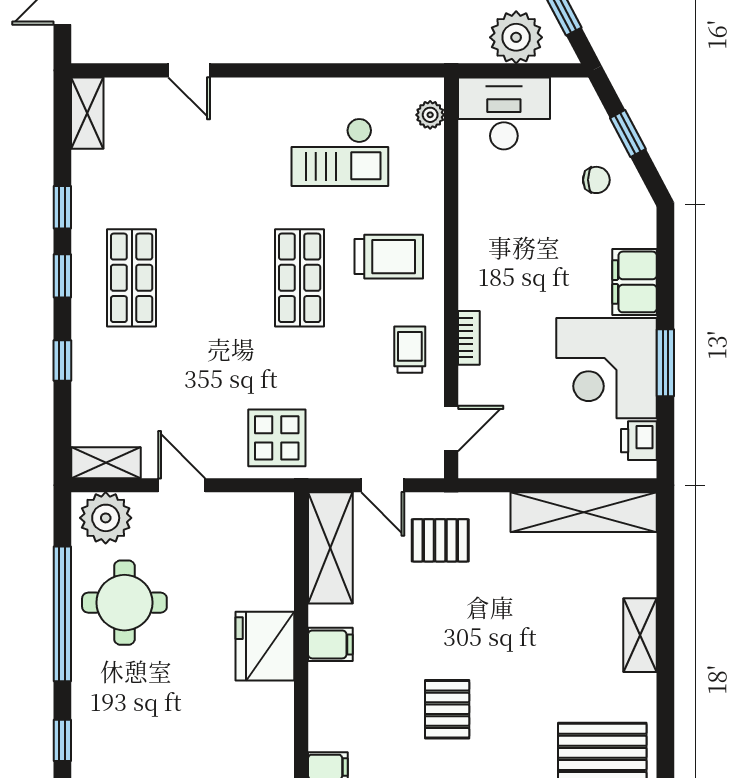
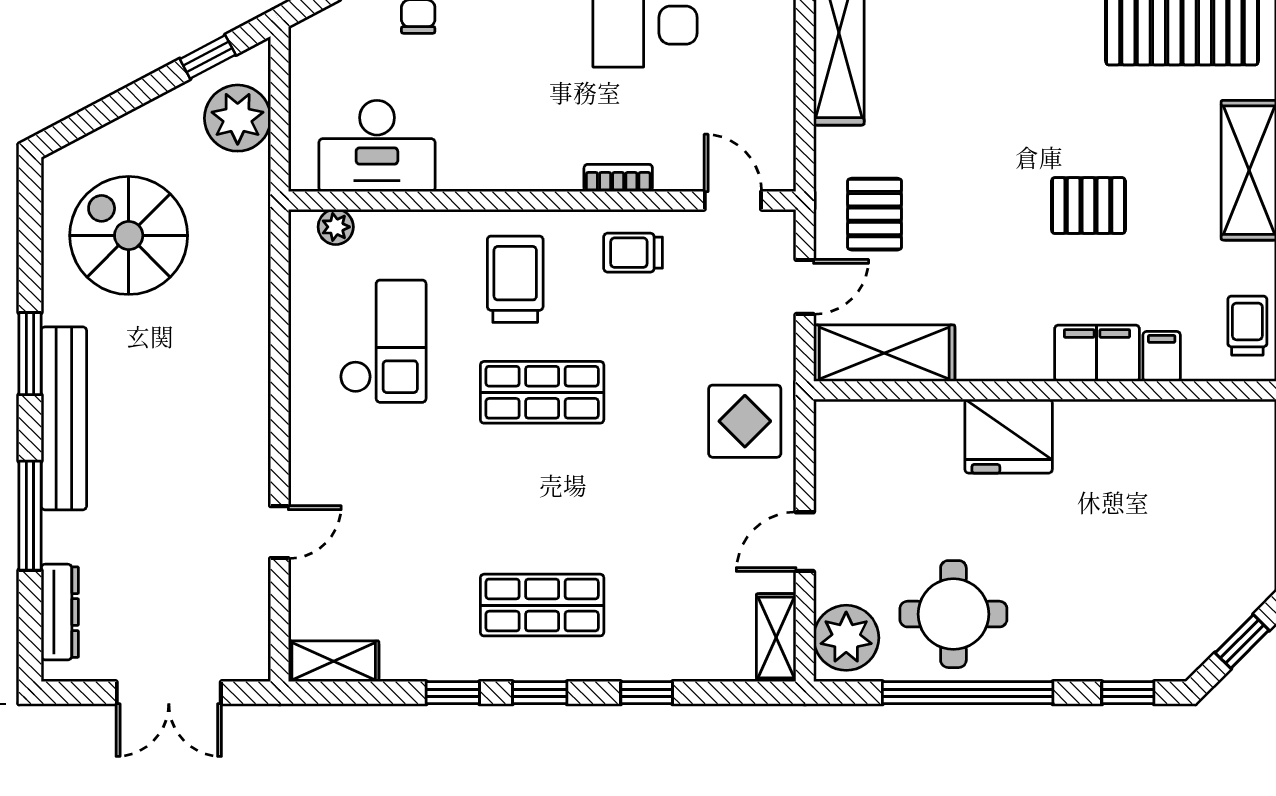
desk: (504, 113) -> (377, 146), moved, turned -90
filing cabinet: (330, 644) -> (1097, 353), moved, width x2.00

